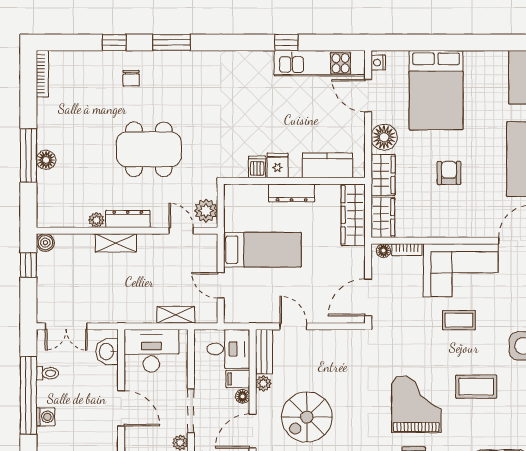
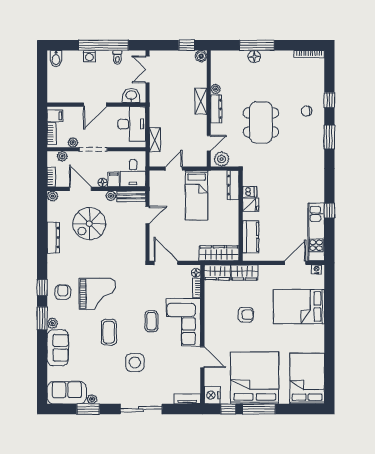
floor lamp: (384, 137) -> (269, 273), removed
dresser: (292, 193) -> (233, 185), moved
spiral stairs: (307, 417) -> (89, 224), turned -90

